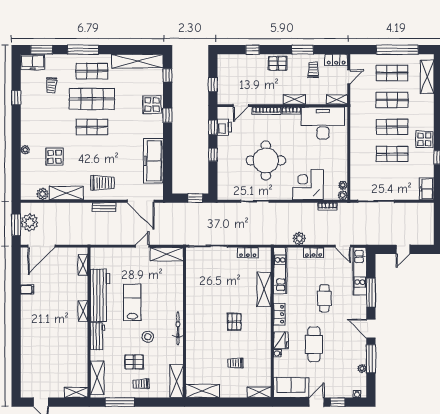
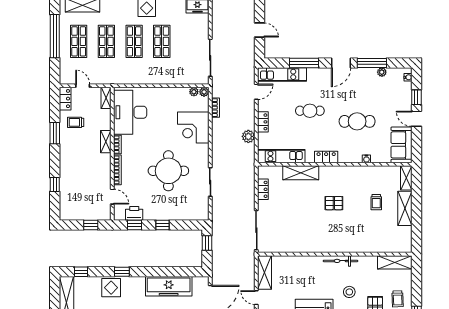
pallet: (278, 63) -> (69, 159), removed
fridge: (281, 340) -> (353, 155), removed
shelving: (203, 391) -> (405, 208), moved

